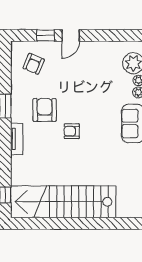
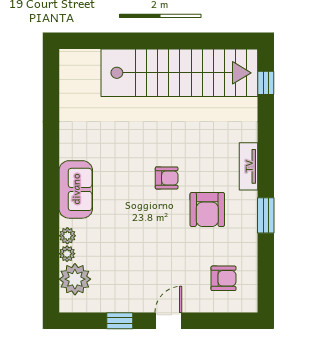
window: (46, 35) -> (120, 321), moved
armchair: (34, 64) -> (223, 278), turned 67

